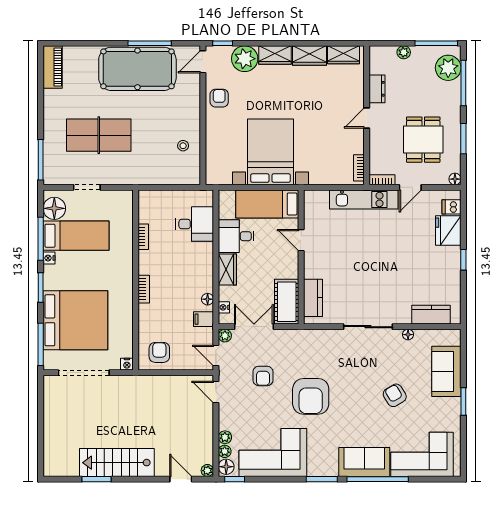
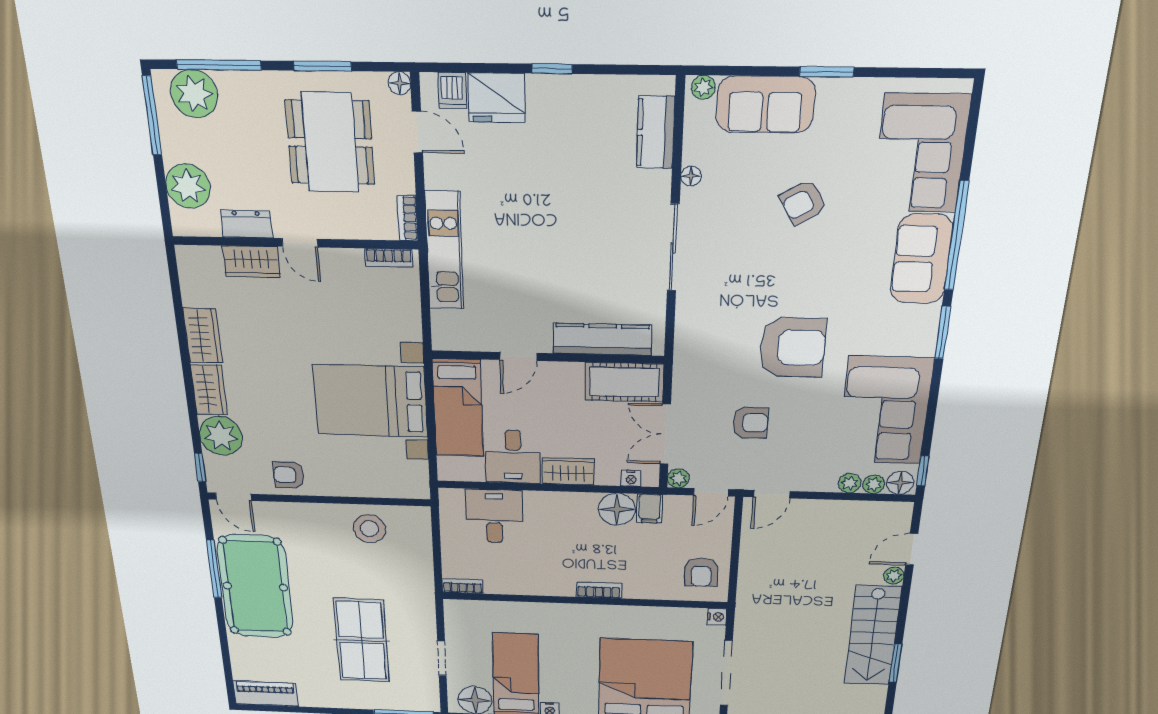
plant: (404, 52) -> (188, 186), width x1.87, depth x1.87
wardrobe: (344, 55) -> (251, 262), moved, turned 90
dining table: (423, 140) -> (330, 142), width x1.37
stool: (183, 146) -> (369, 529), width x1.89, depth x1.89
door: (410, 187) -> (417, 132), moved
bookcase: (143, 237) -> (462, 586), moved
kitchen counter: (313, 298) -> (602, 339), width x1.50
floor lamp: (208, 299) -> (617, 509), width x1.89, depth x1.89
plant: (455, 339) -> (703, 87), added
armchair: (159, 352) -> (701, 572), turned -93
plant: (207, 471) -> (894, 576), moved

